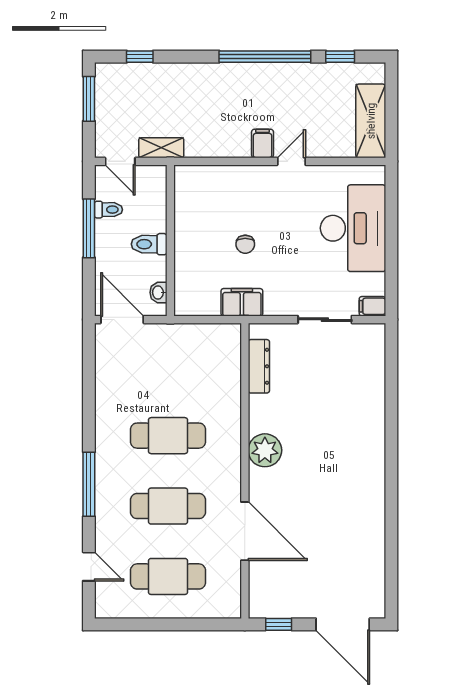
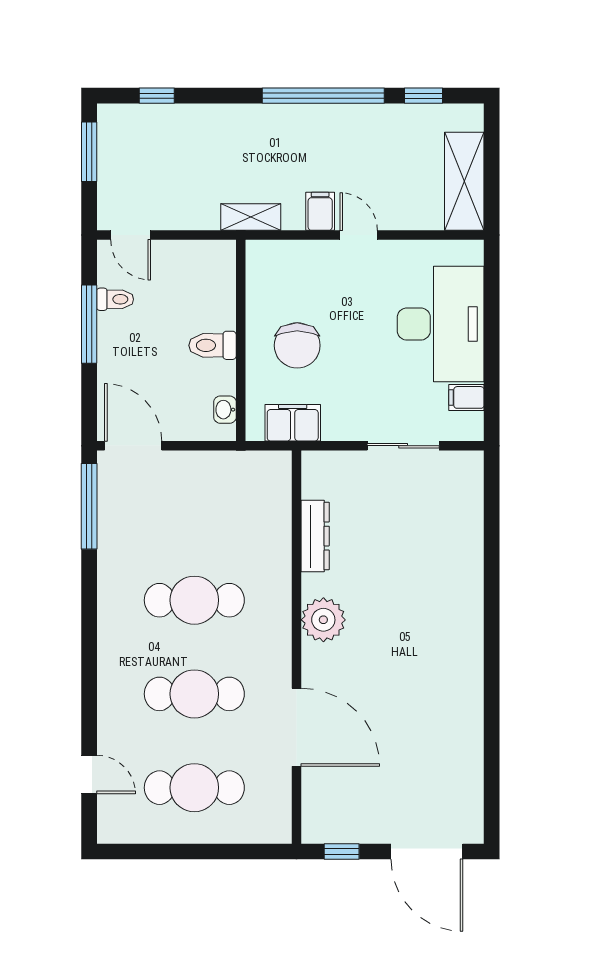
shelving: (161, 148) -> (251, 217), moved
door: (291, 161) -> (359, 235), hinge flipped
wall: (170, 240) -> (241, 340), moved
toilet: (149, 244) -> (213, 345), moved
chair: (245, 244) -> (297, 345), width x1.87, depth x1.87
washbasin: (158, 292) -> (225, 410), moved
filing cabinet: (372, 306) -> (466, 397), moved
dresser: (259, 366) -> (315, 536), moved
window: (89, 484) -> (89, 506), moved

